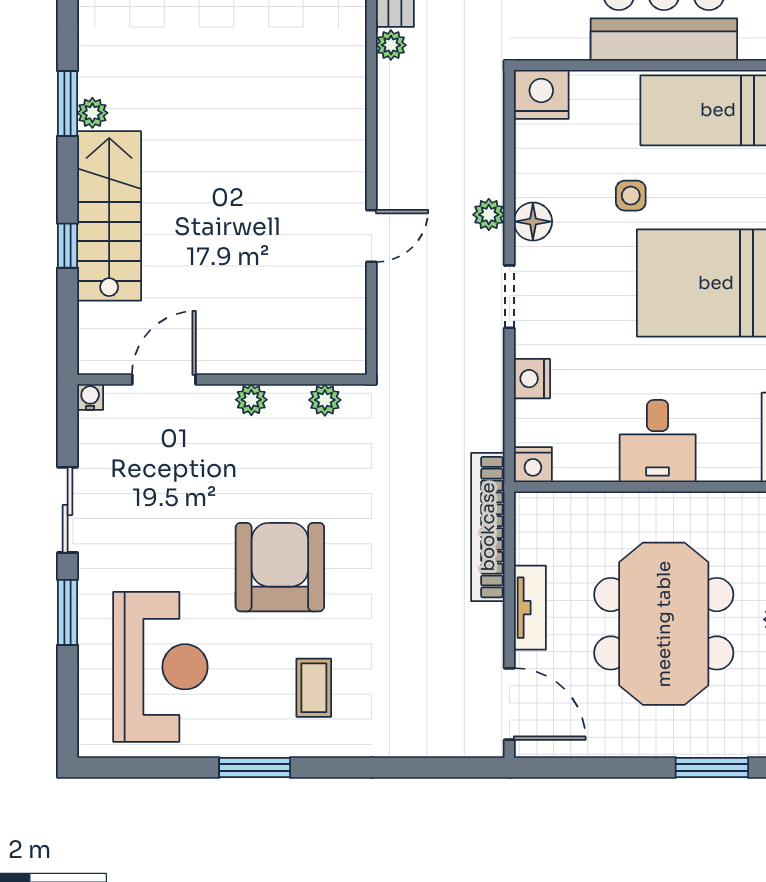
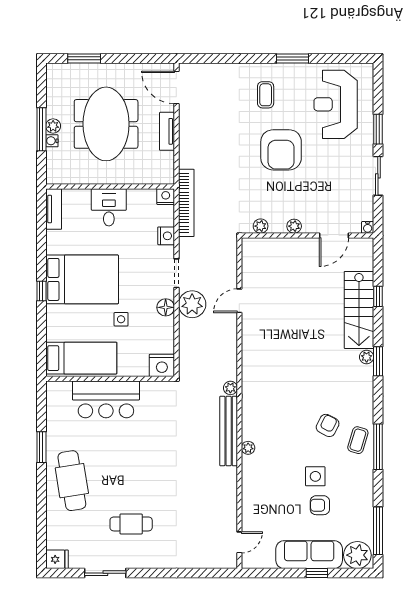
plant: (489, 215) -> (192, 304), width x1.88, depth x1.88
bookcase: (488, 527) -> (186, 203), moved

